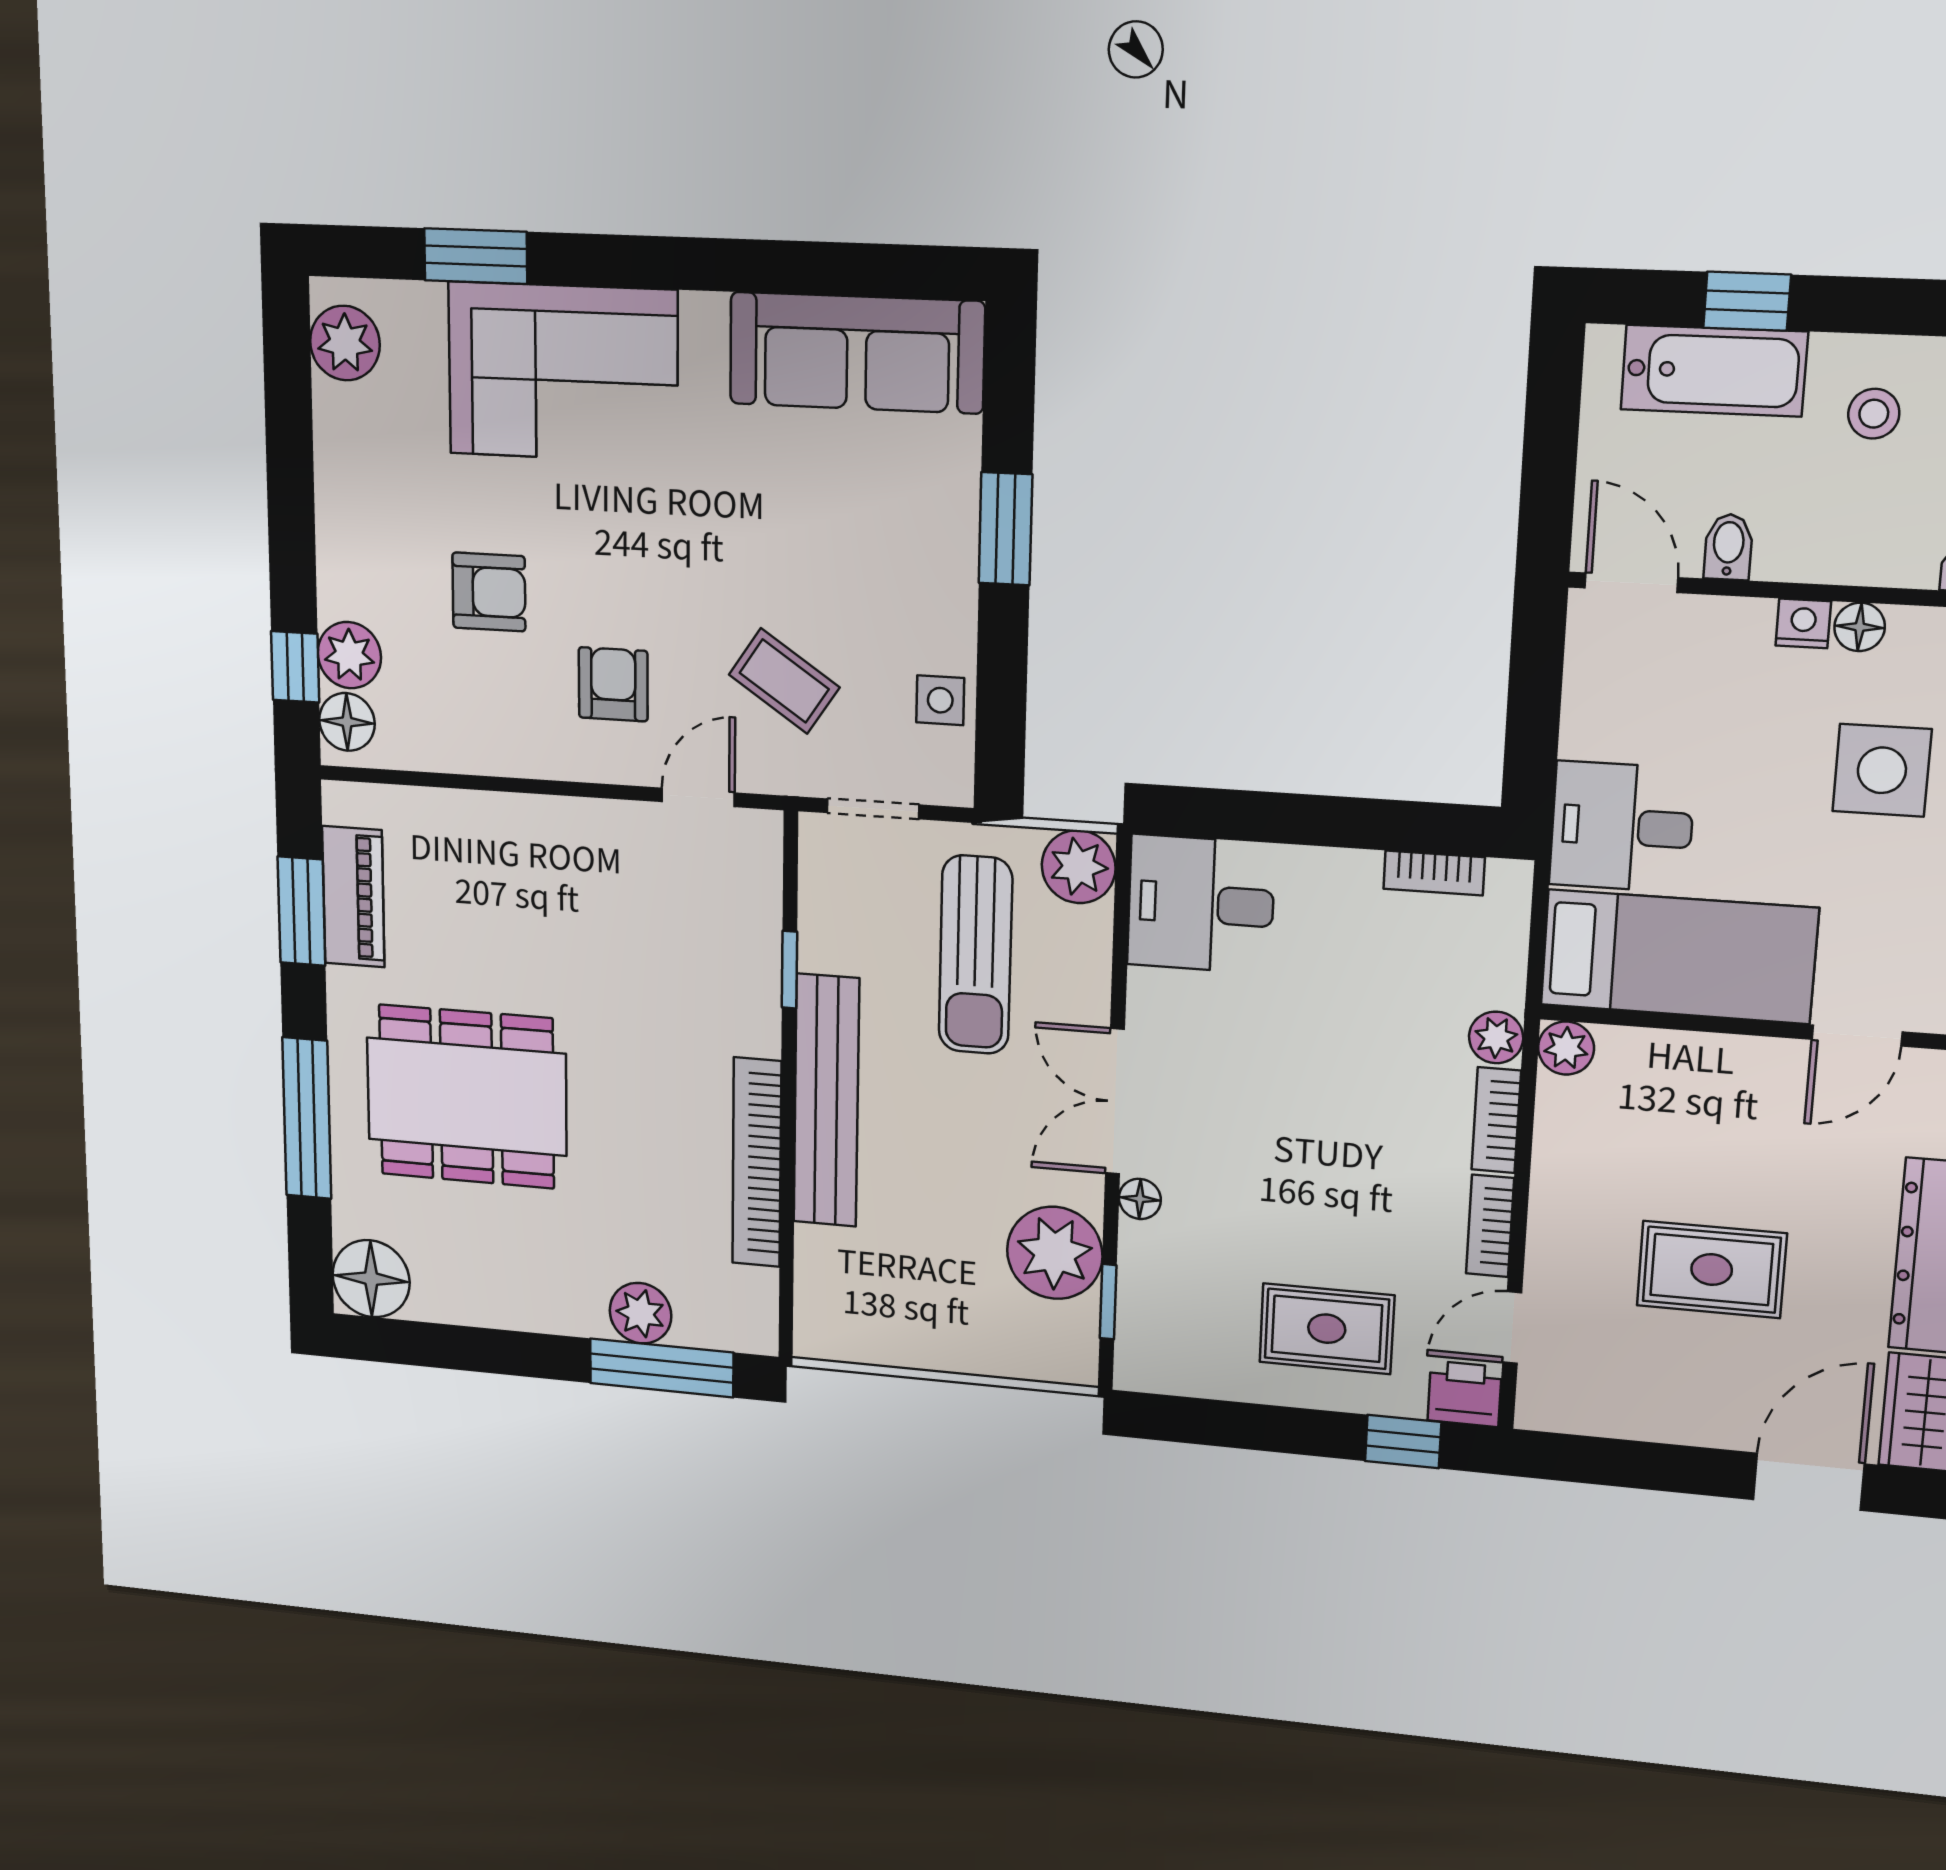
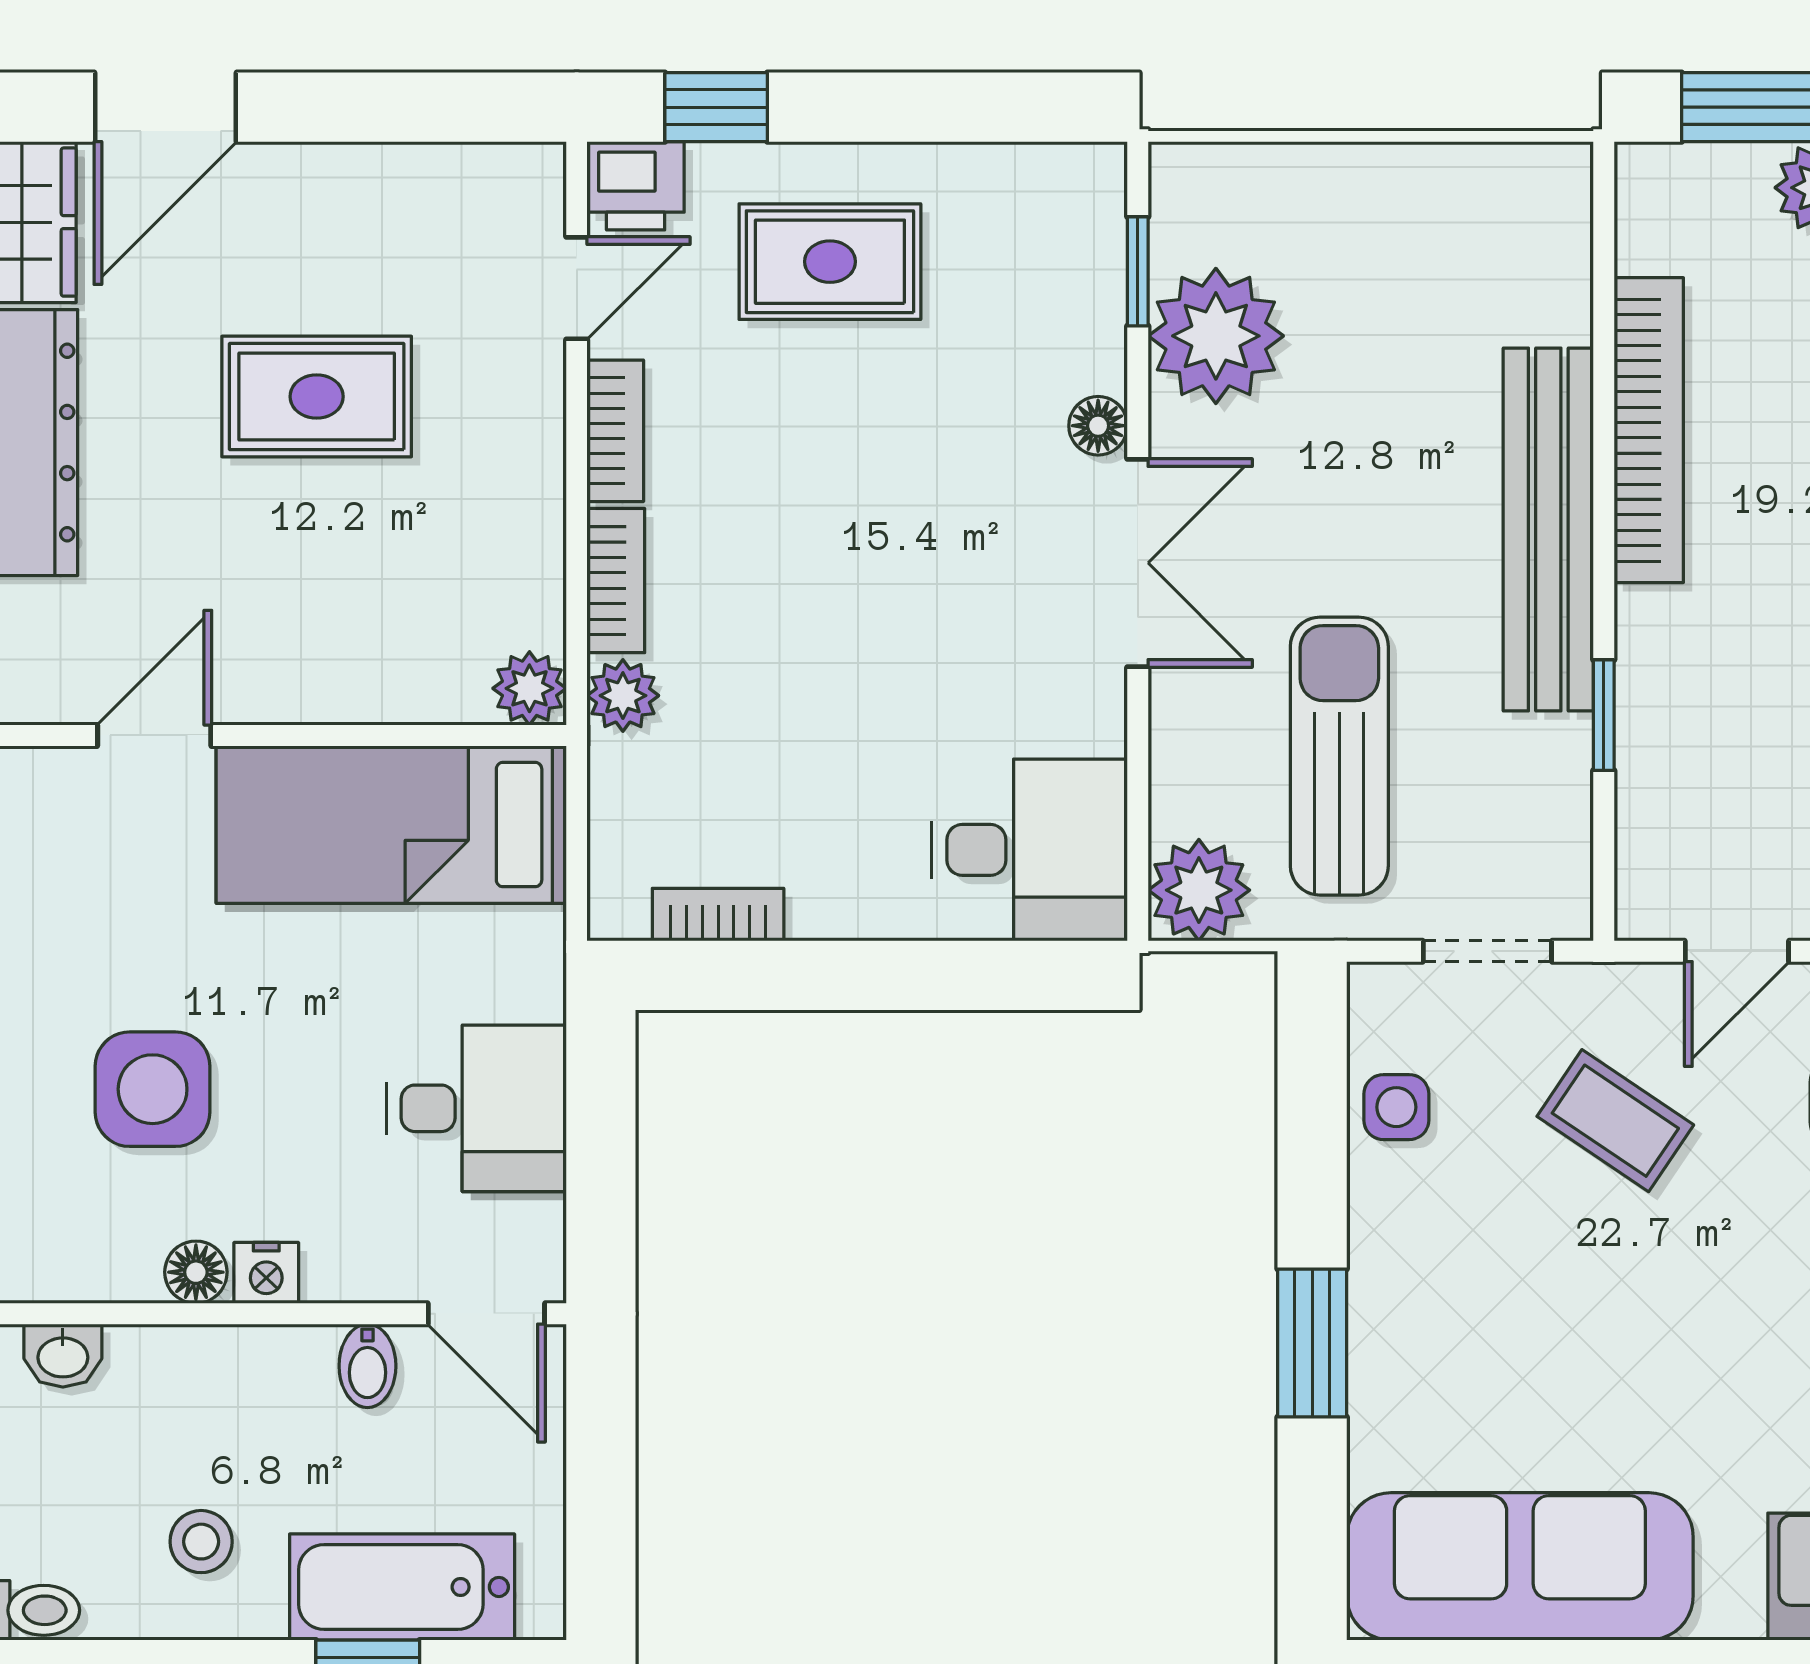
desk: (1622, 827) -> (477, 1108), moved

